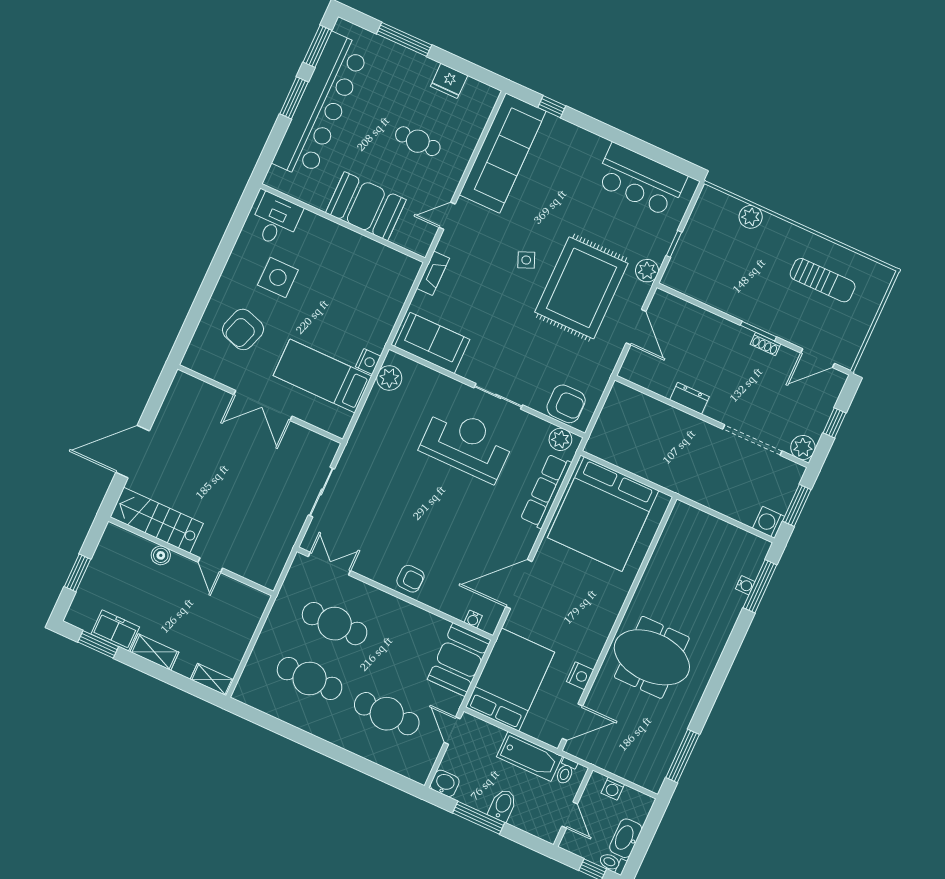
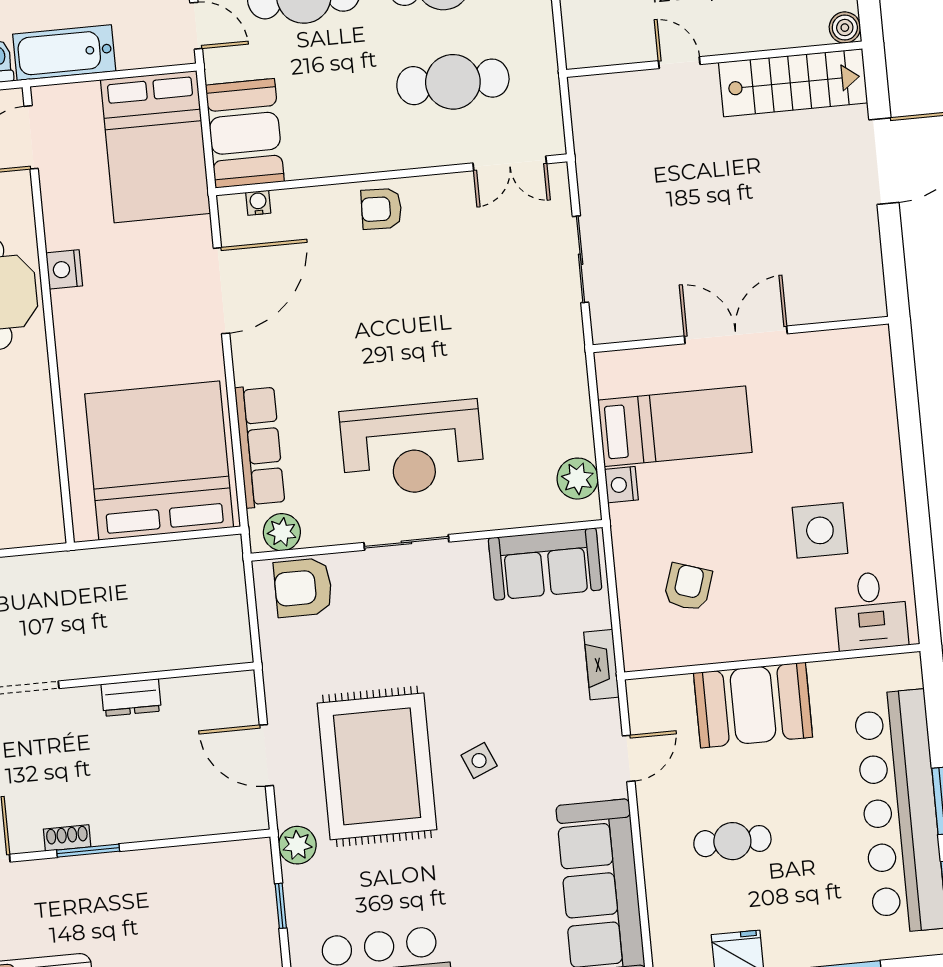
armchair: (243, 329) -> (688, 587), moved, width x0.72, depth x0.72
boiler: (161, 555) -> (845, 28), moved
nightstand: (580, 676) -> (64, 269), moved

